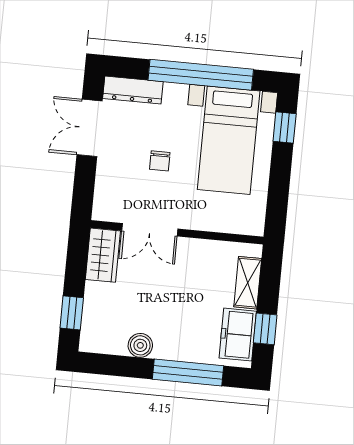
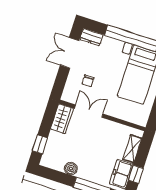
dresser: (133, 90) -> (91, 37), width x0.70
chair: (160, 161) -> (88, 81), moved
double door: (150, 230) -> (89, 111), swing flipped

